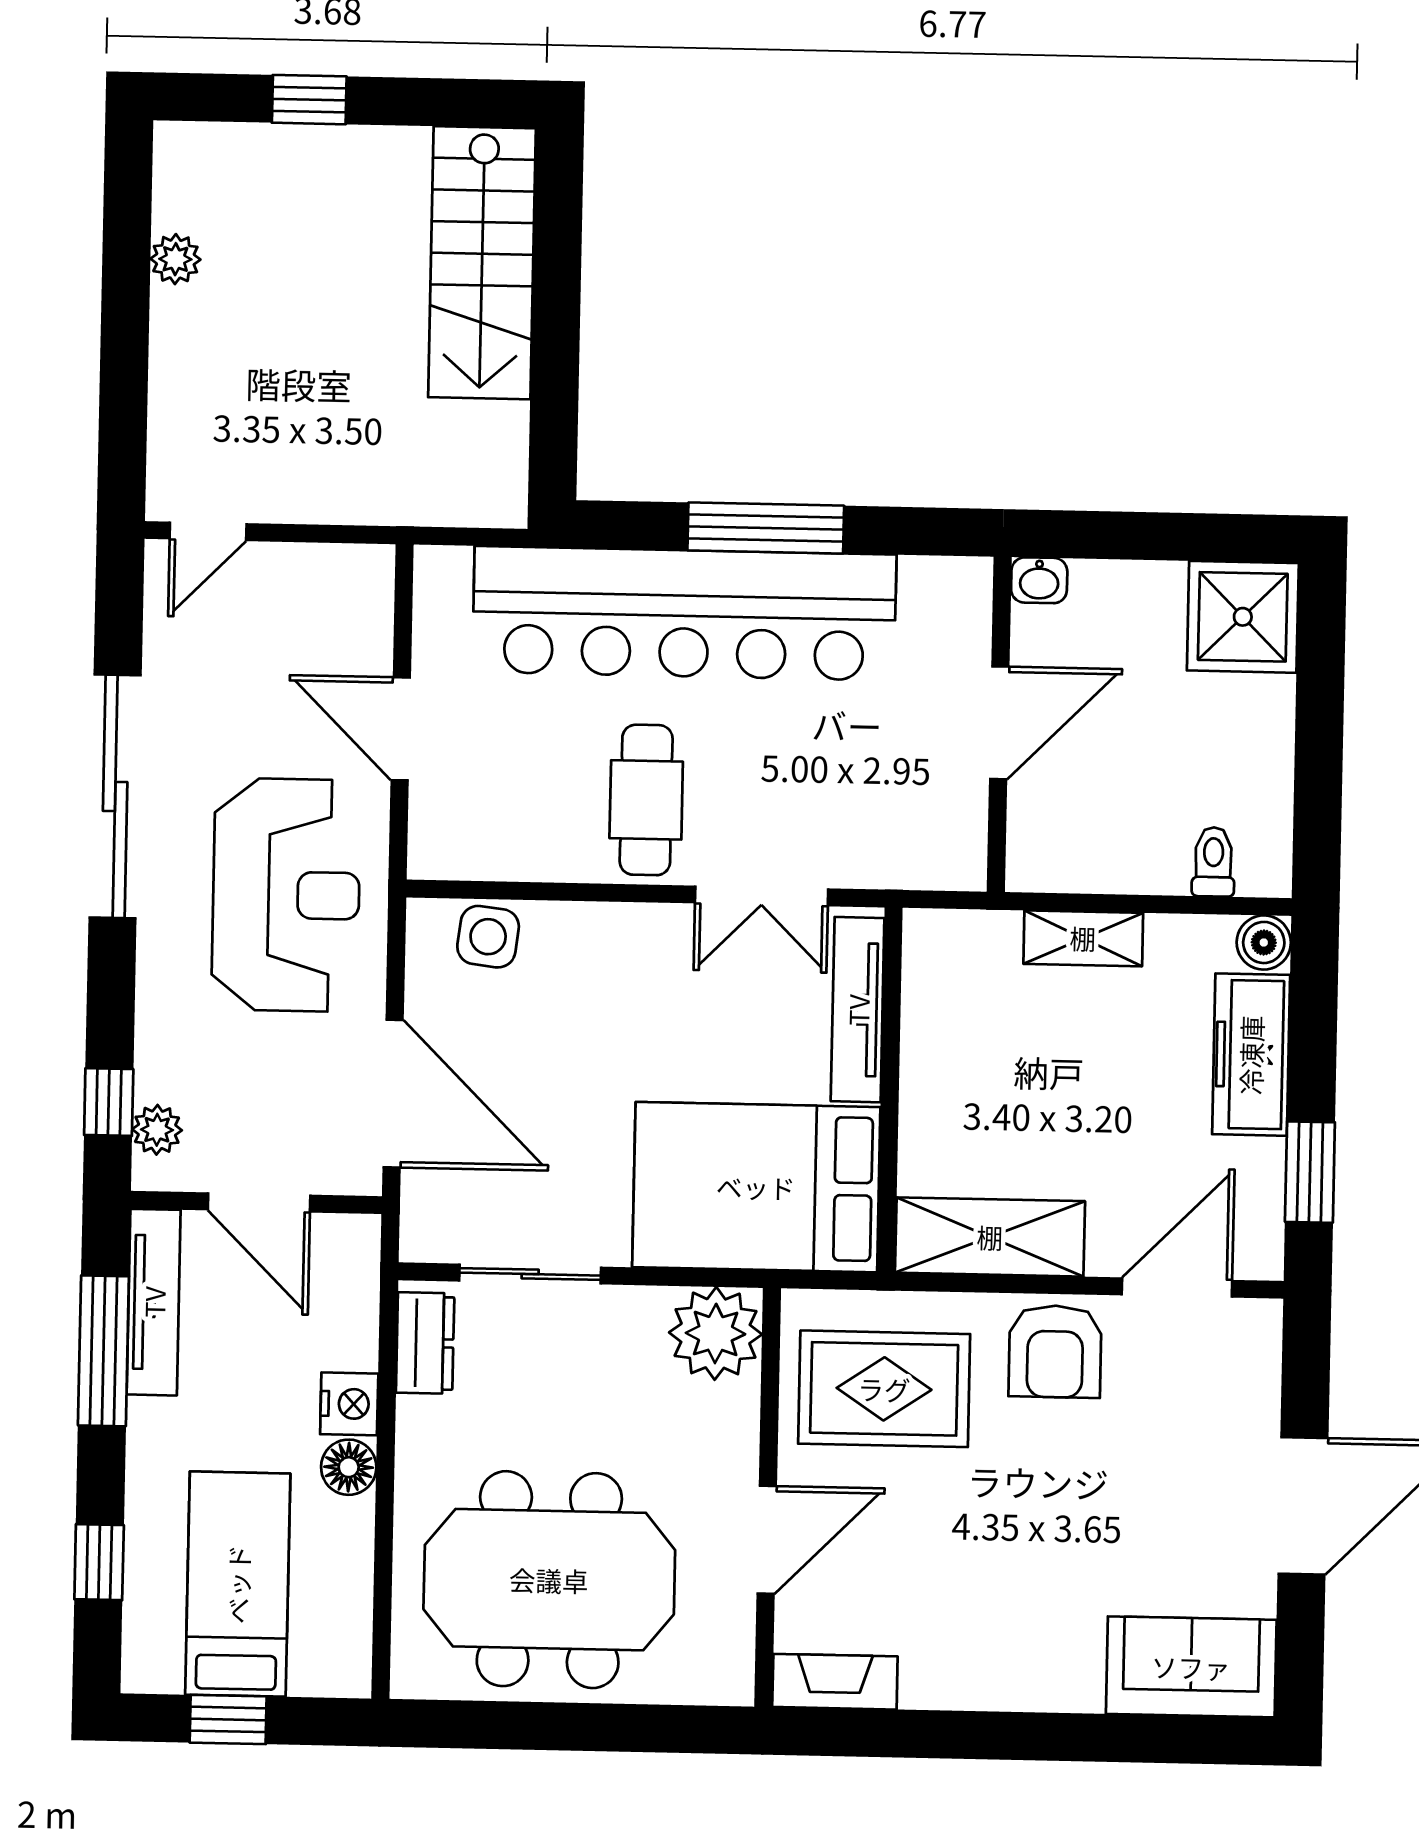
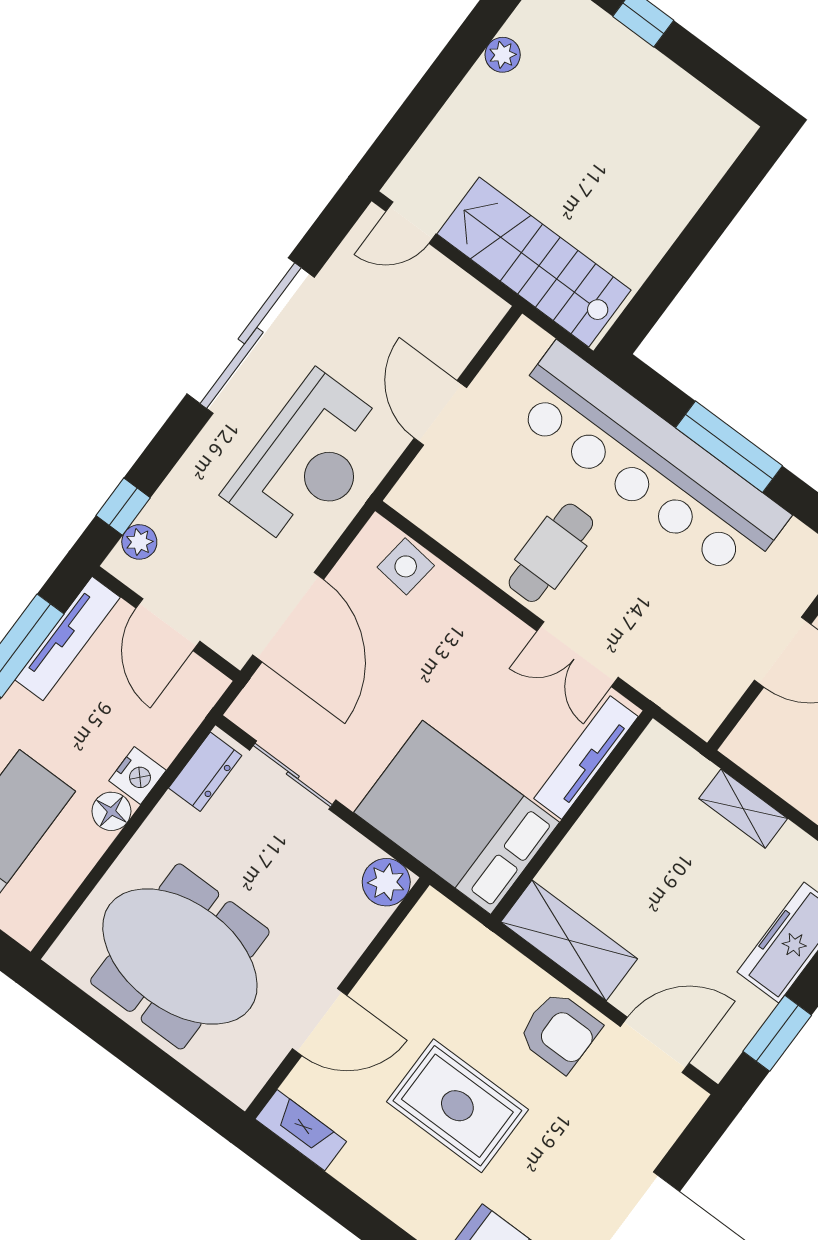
stairs: (482, 263) -> (534, 262), moved, turned 90
plant: (716, 1333) -> (386, 882), width x0.73, depth x0.73
armchair: (1055, 1351) -> (560, 1032), turned -90
rug: (884, 1389) -> (457, 1106), moved

